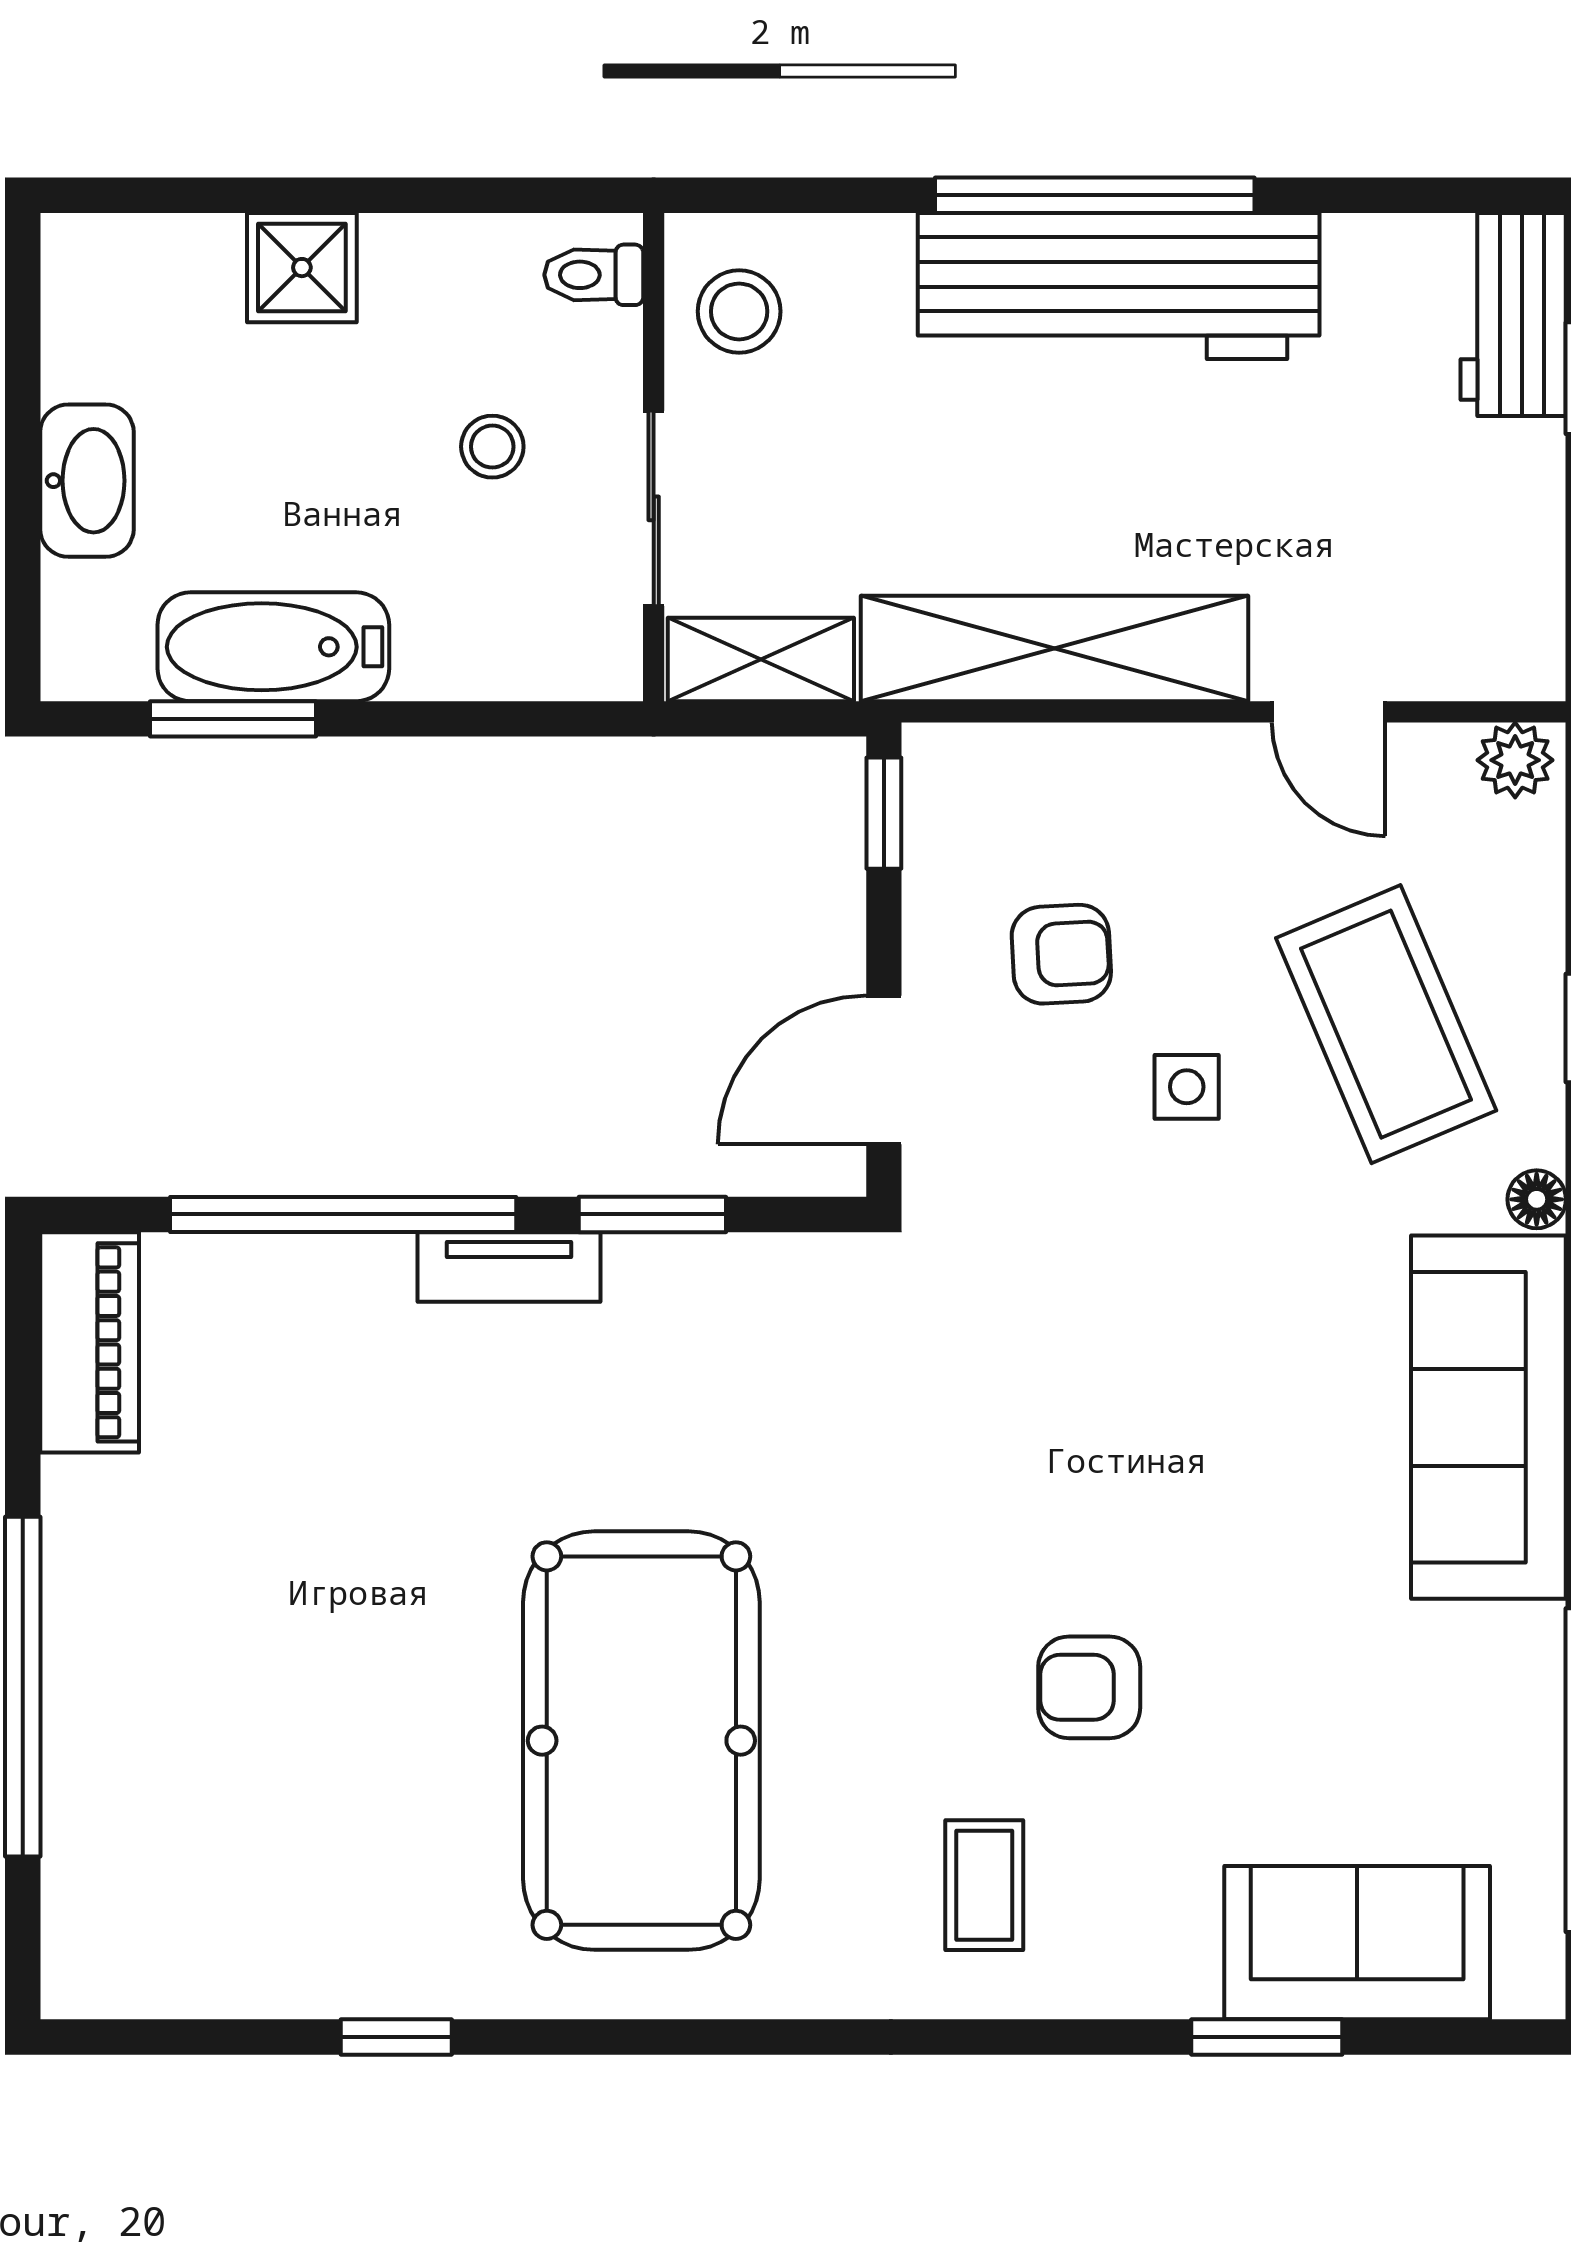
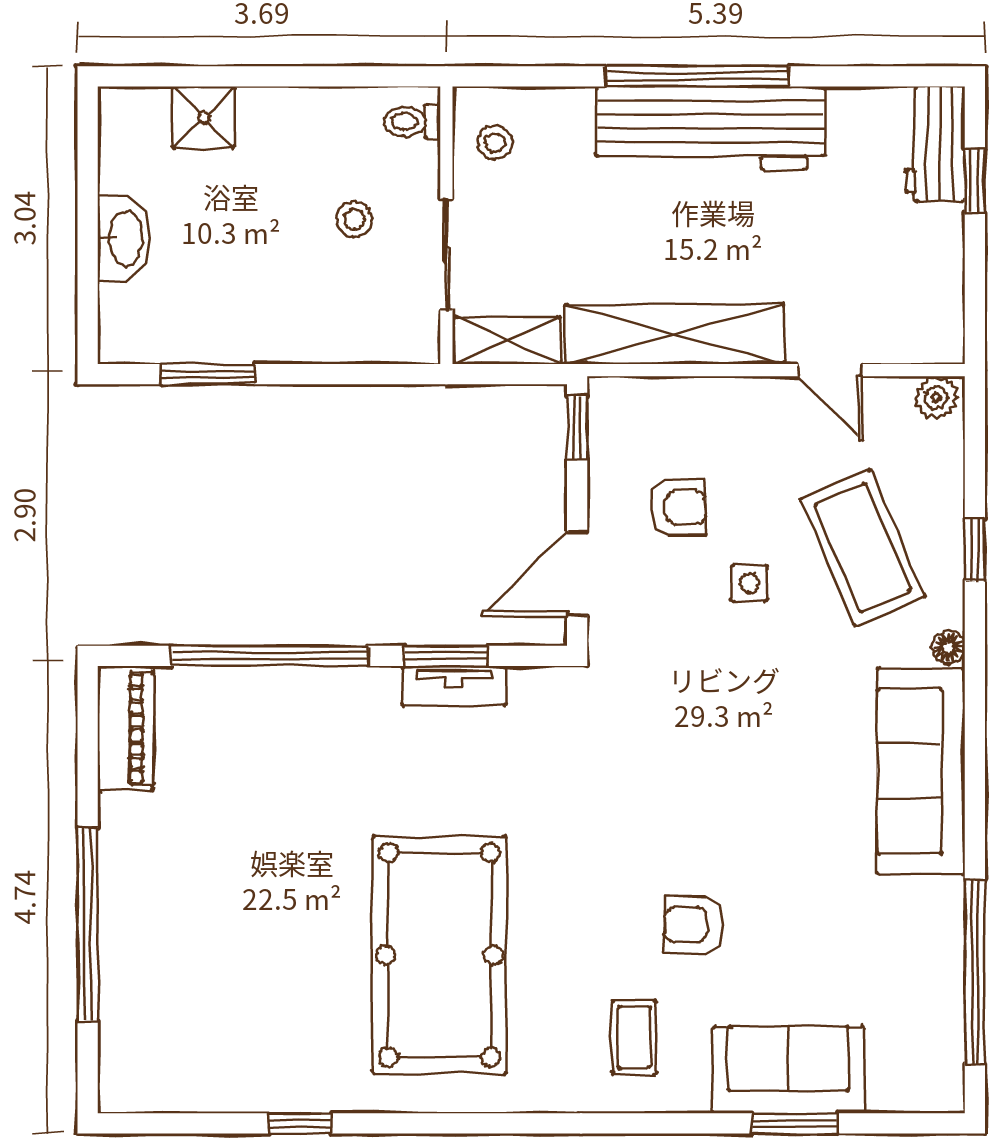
shower: (302, 268) -> (204, 117), moved
stool: (739, 311) -> (495, 142), width x0.73, depth x0.73
bathtub: (273, 647) -> (230, 333), removed
tv unit: (509, 1267) -> (454, 686), moved
sofa: (1357, 1943) -> (788, 1070), moved

